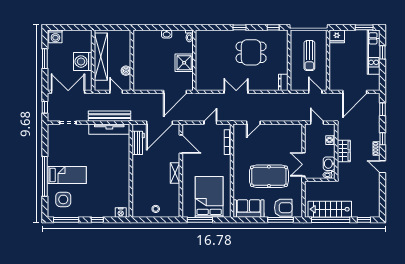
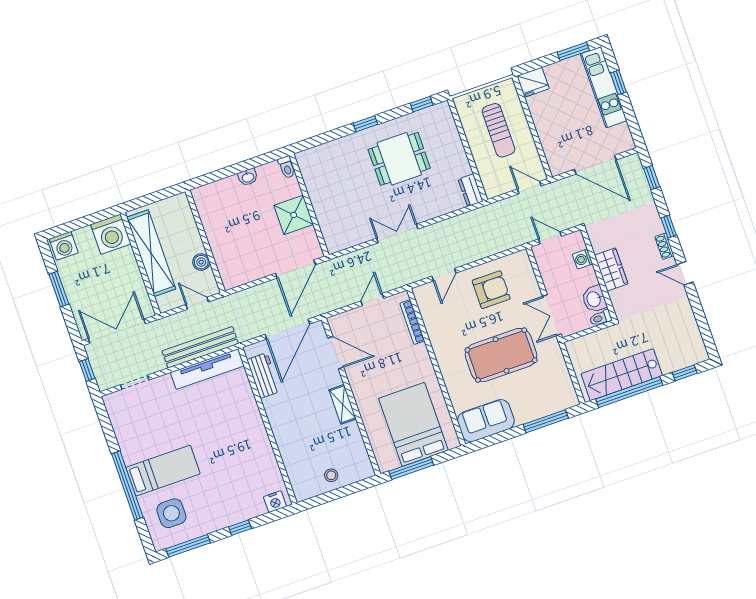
washing machine: (83, 62) -> (111, 234), moved, turned -90
door: (355, 92) -> (595, 165), hinge flipped
armchair: (283, 208) -> (491, 290), moved

